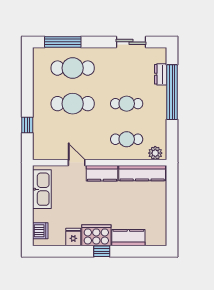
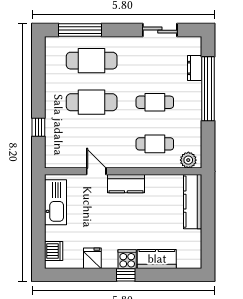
kitchen counter: (142, 173) -> (193, 202), moved, turned 90
cooker: (96, 235) -> (127, 259), width x0.53, depth x0.76

